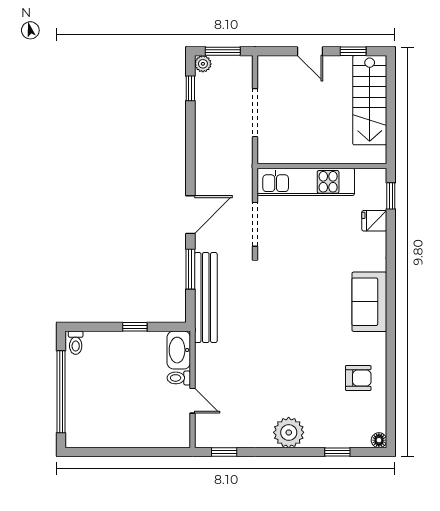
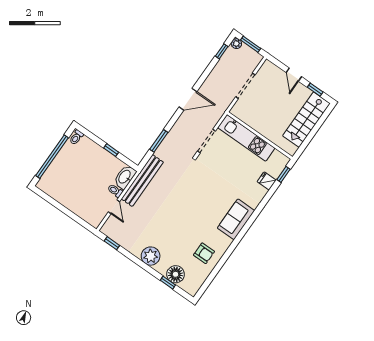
door: (190, 215) -> (188, 99), moved
bench: (206, 298) -> (142, 180), moved
floor lamp: (379, 440) -> (176, 274), moved, width x1.89, depth x1.89

